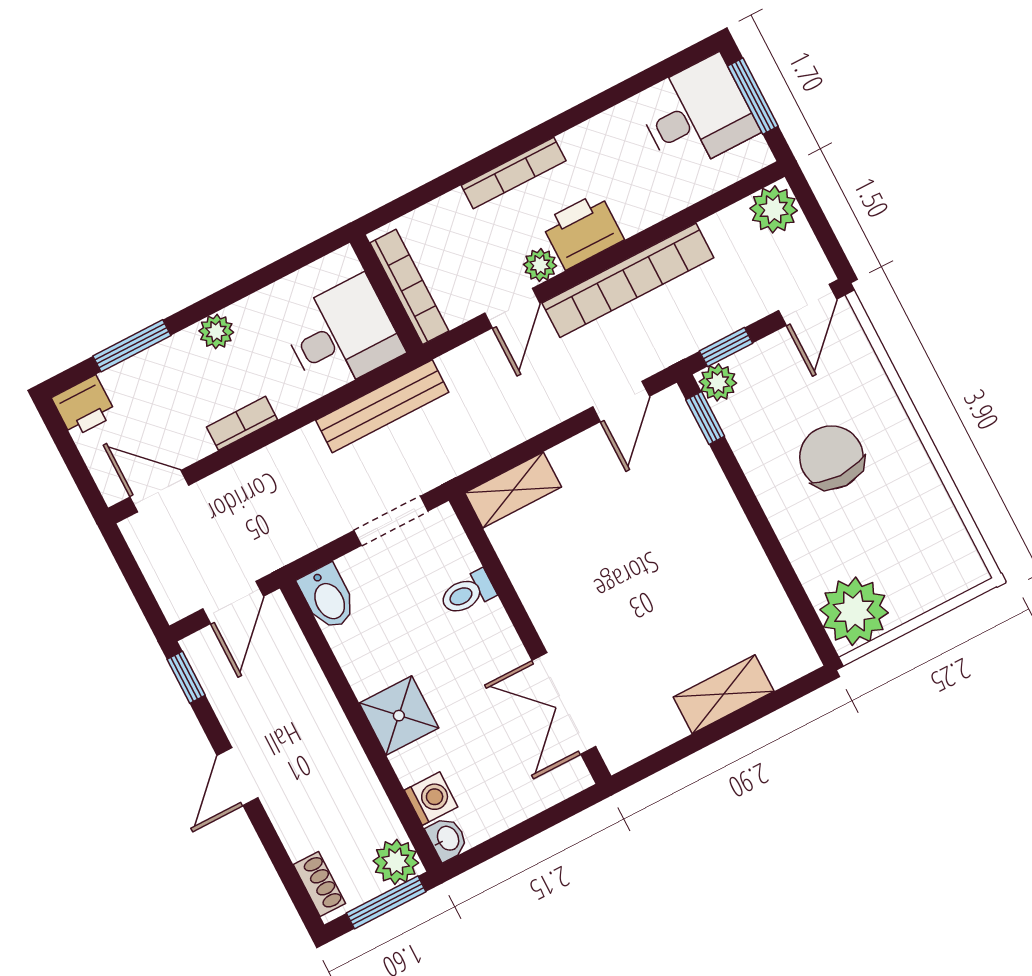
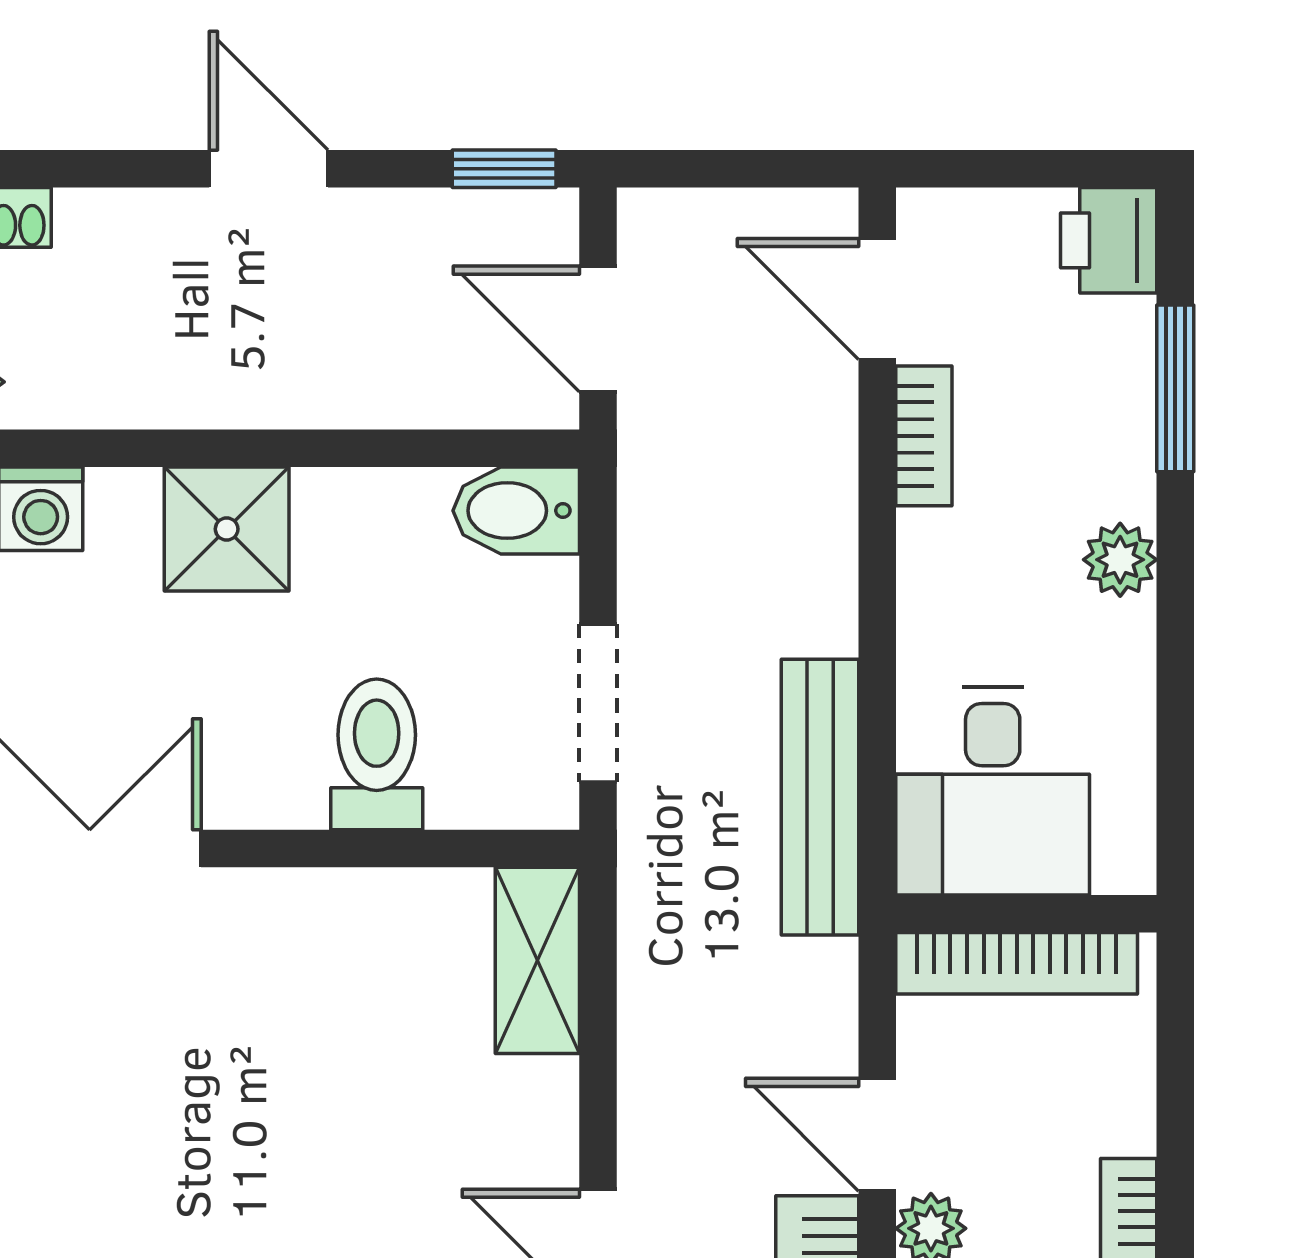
bookcase: (242, 423) -> (924, 436), moved
door: (159, 491) -> (877, 299), swing flipped
toilet: (467, 593) -> (377, 754), width x1.37, depth x1.39

